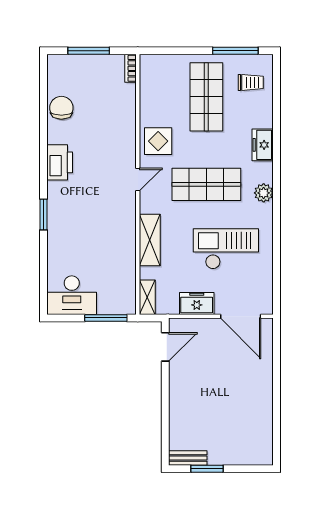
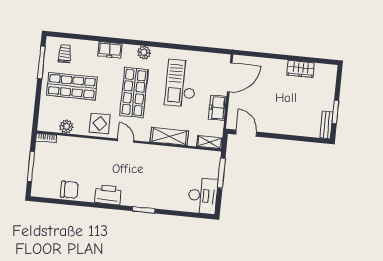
plant: (149, 95) -> (66, 127), added
chair: (61, 108) -> (69, 190), turned 180
wardrobe: (263, 414) -> (301, 69), added

